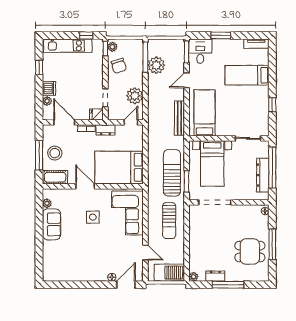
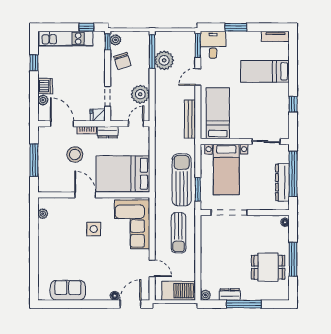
stool: (55, 153) -> (75, 155), moved
cot: (55, 177) -> (52, 185), removed
sofa: (52, 224) -> (68, 290), moved, turned -90

